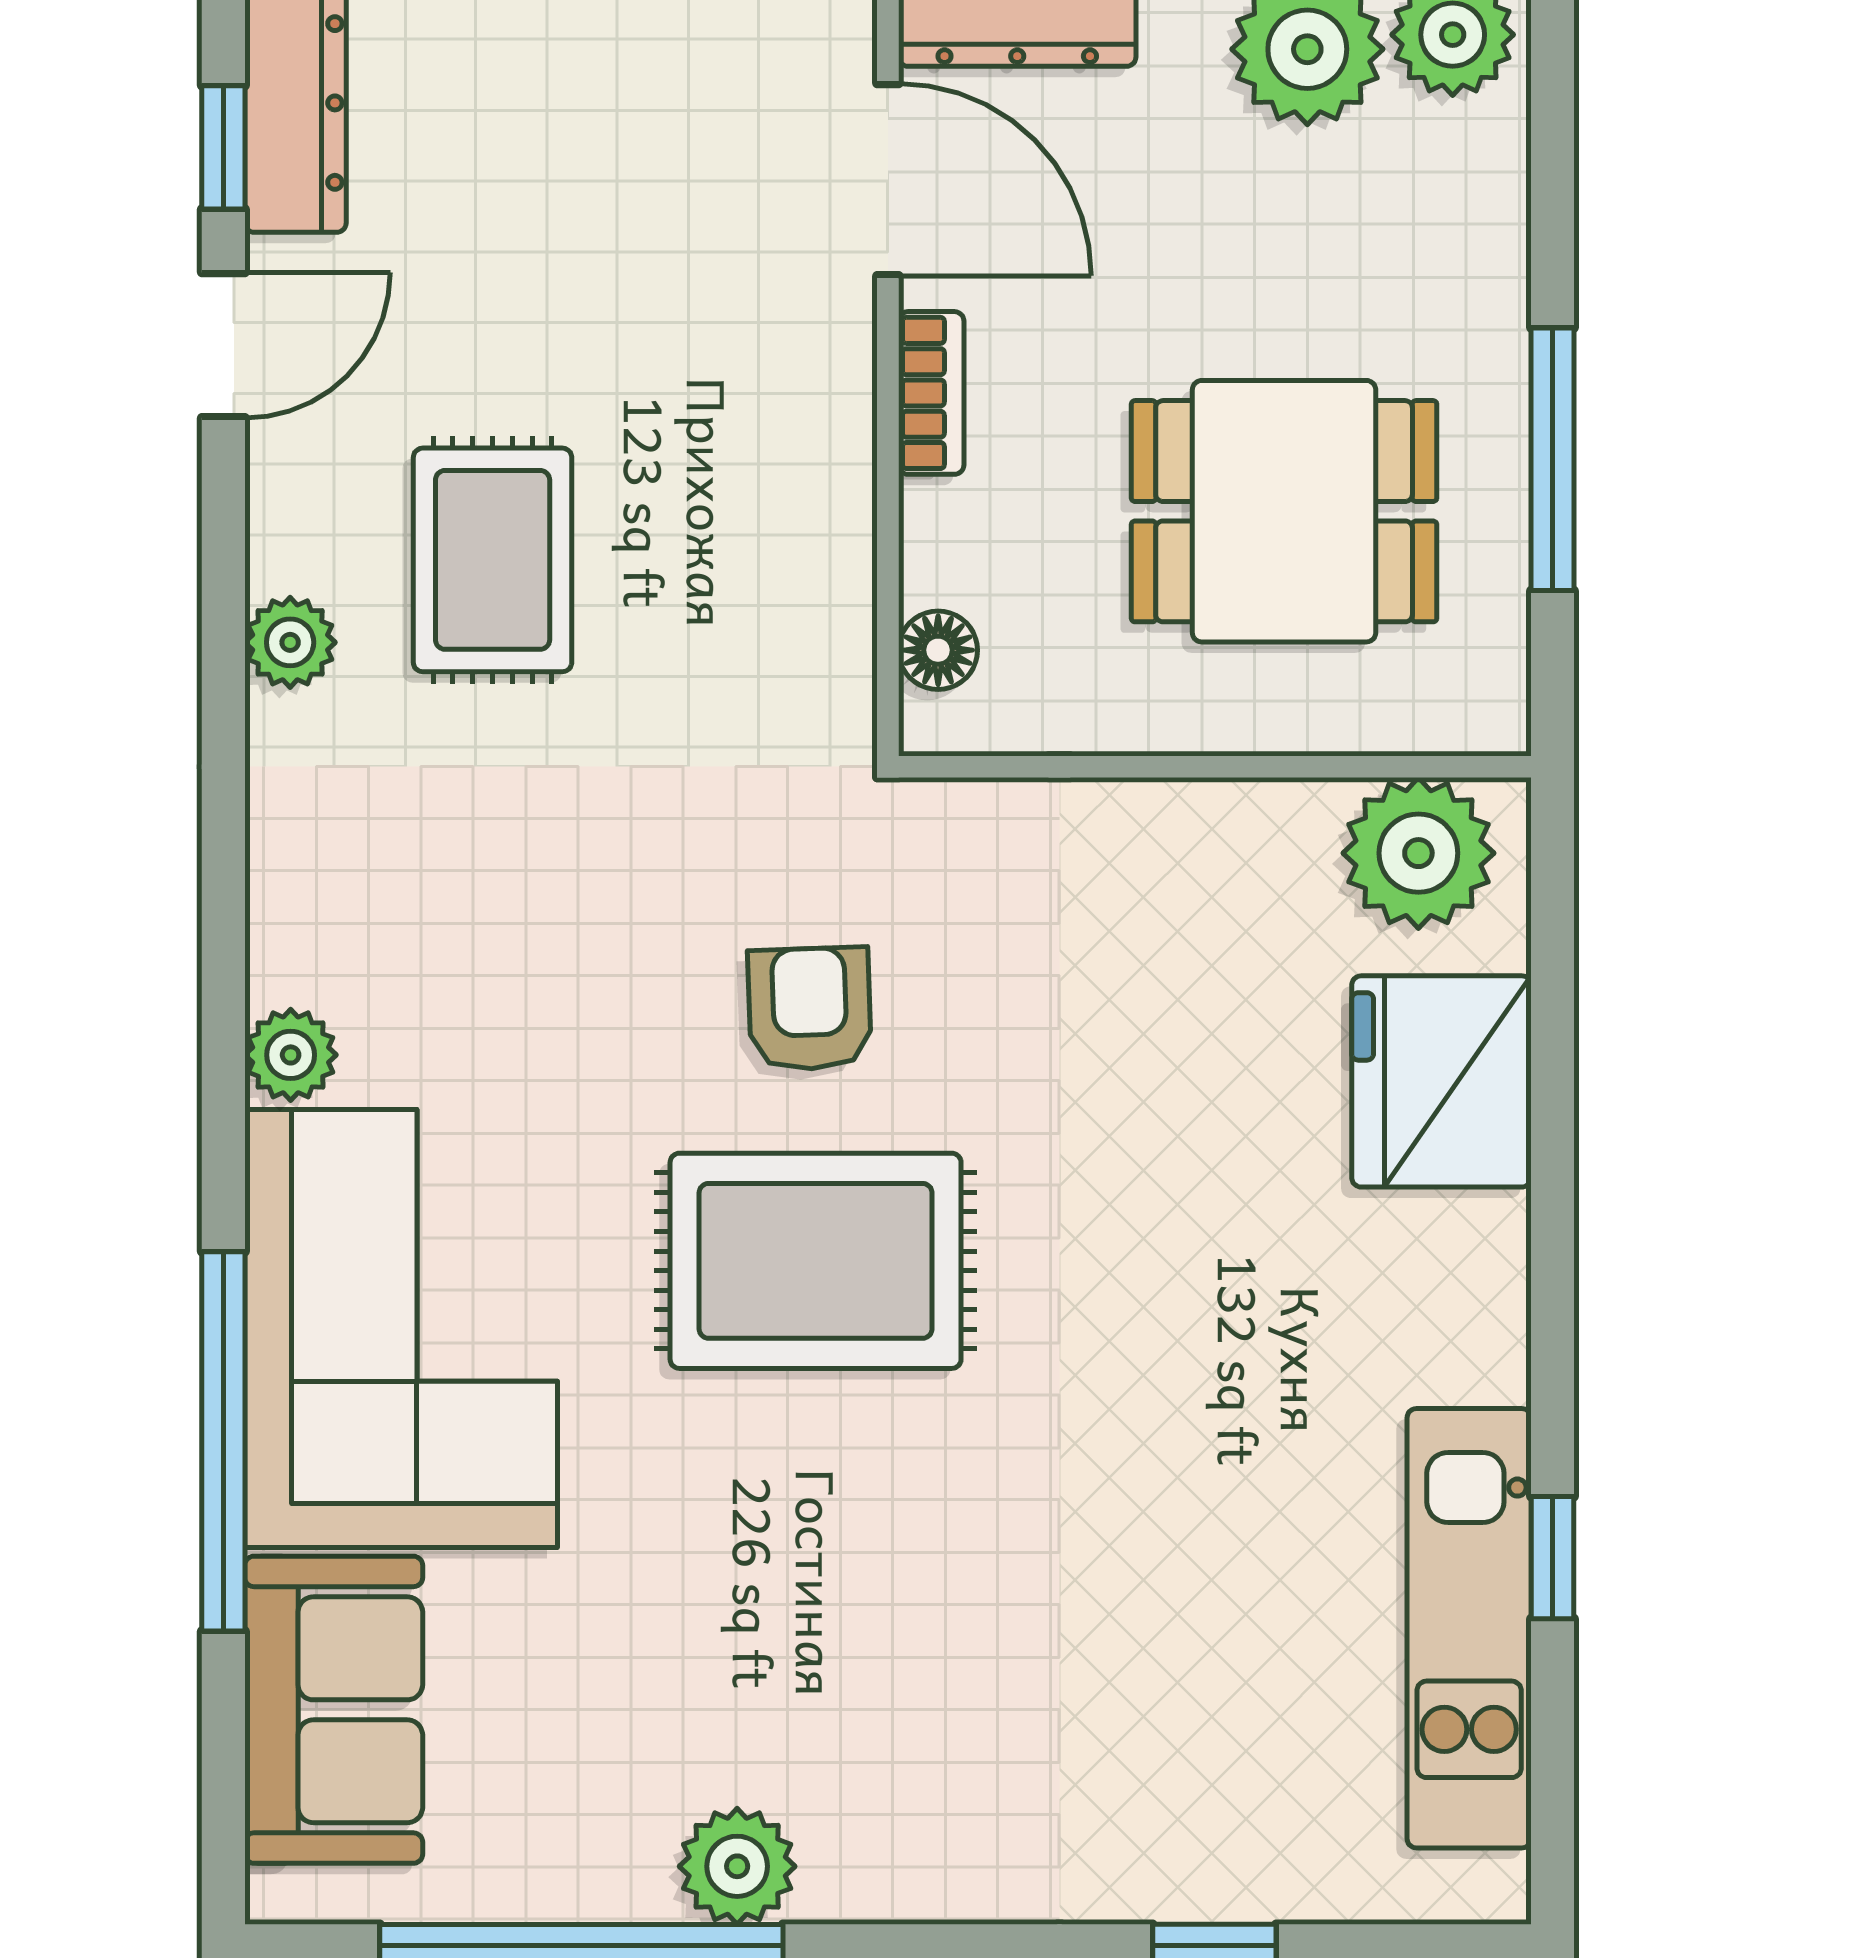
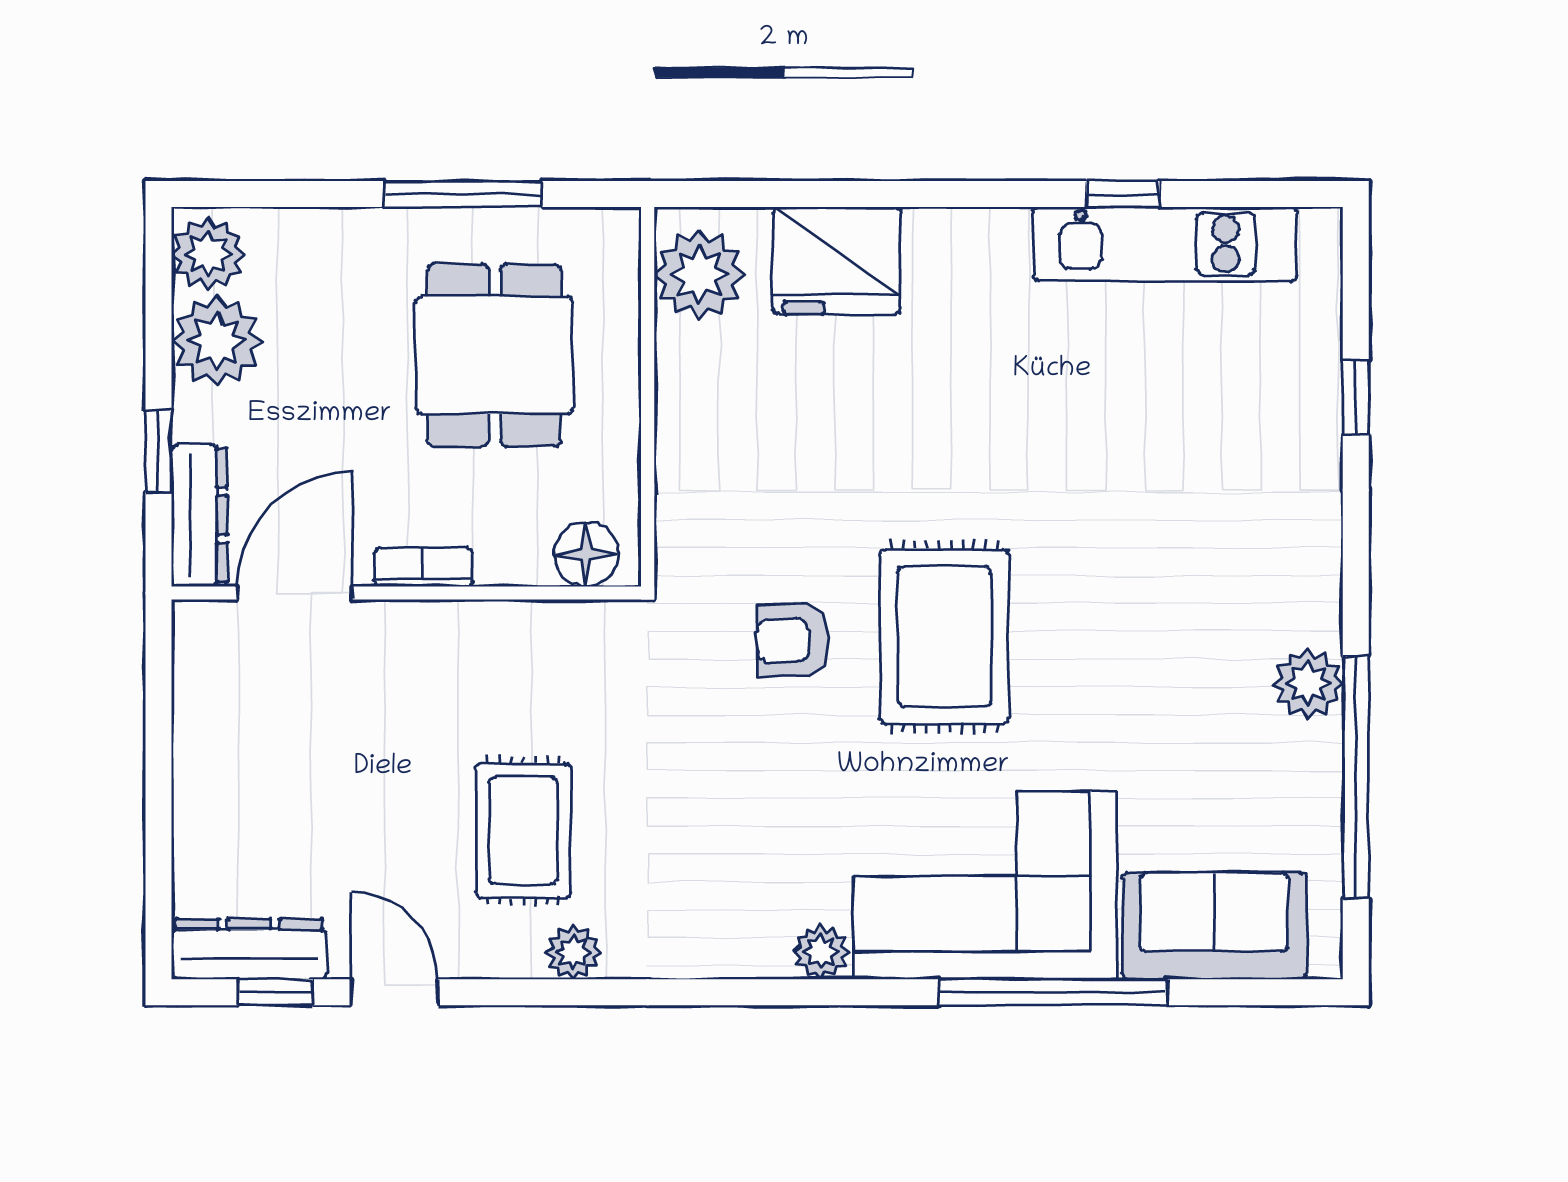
rug: (493, 560) -> (523, 830), turned 90
floor lamp: (938, 650) -> (586, 554), width x1.37, depth x1.37

